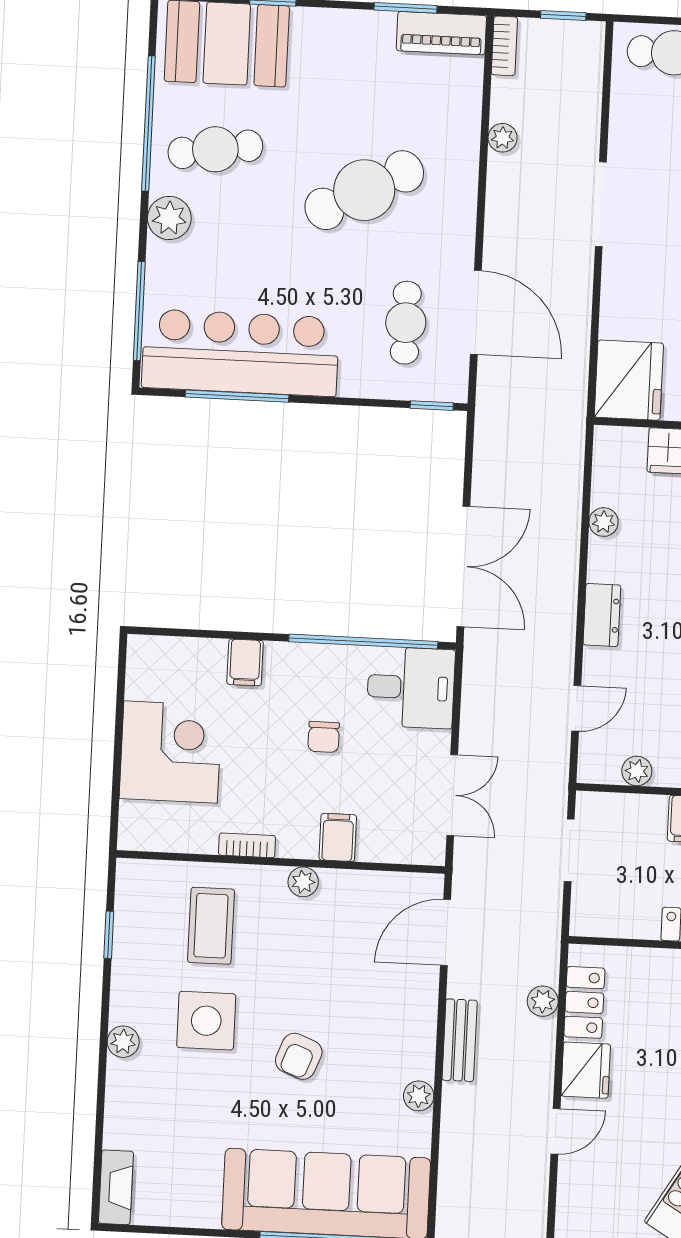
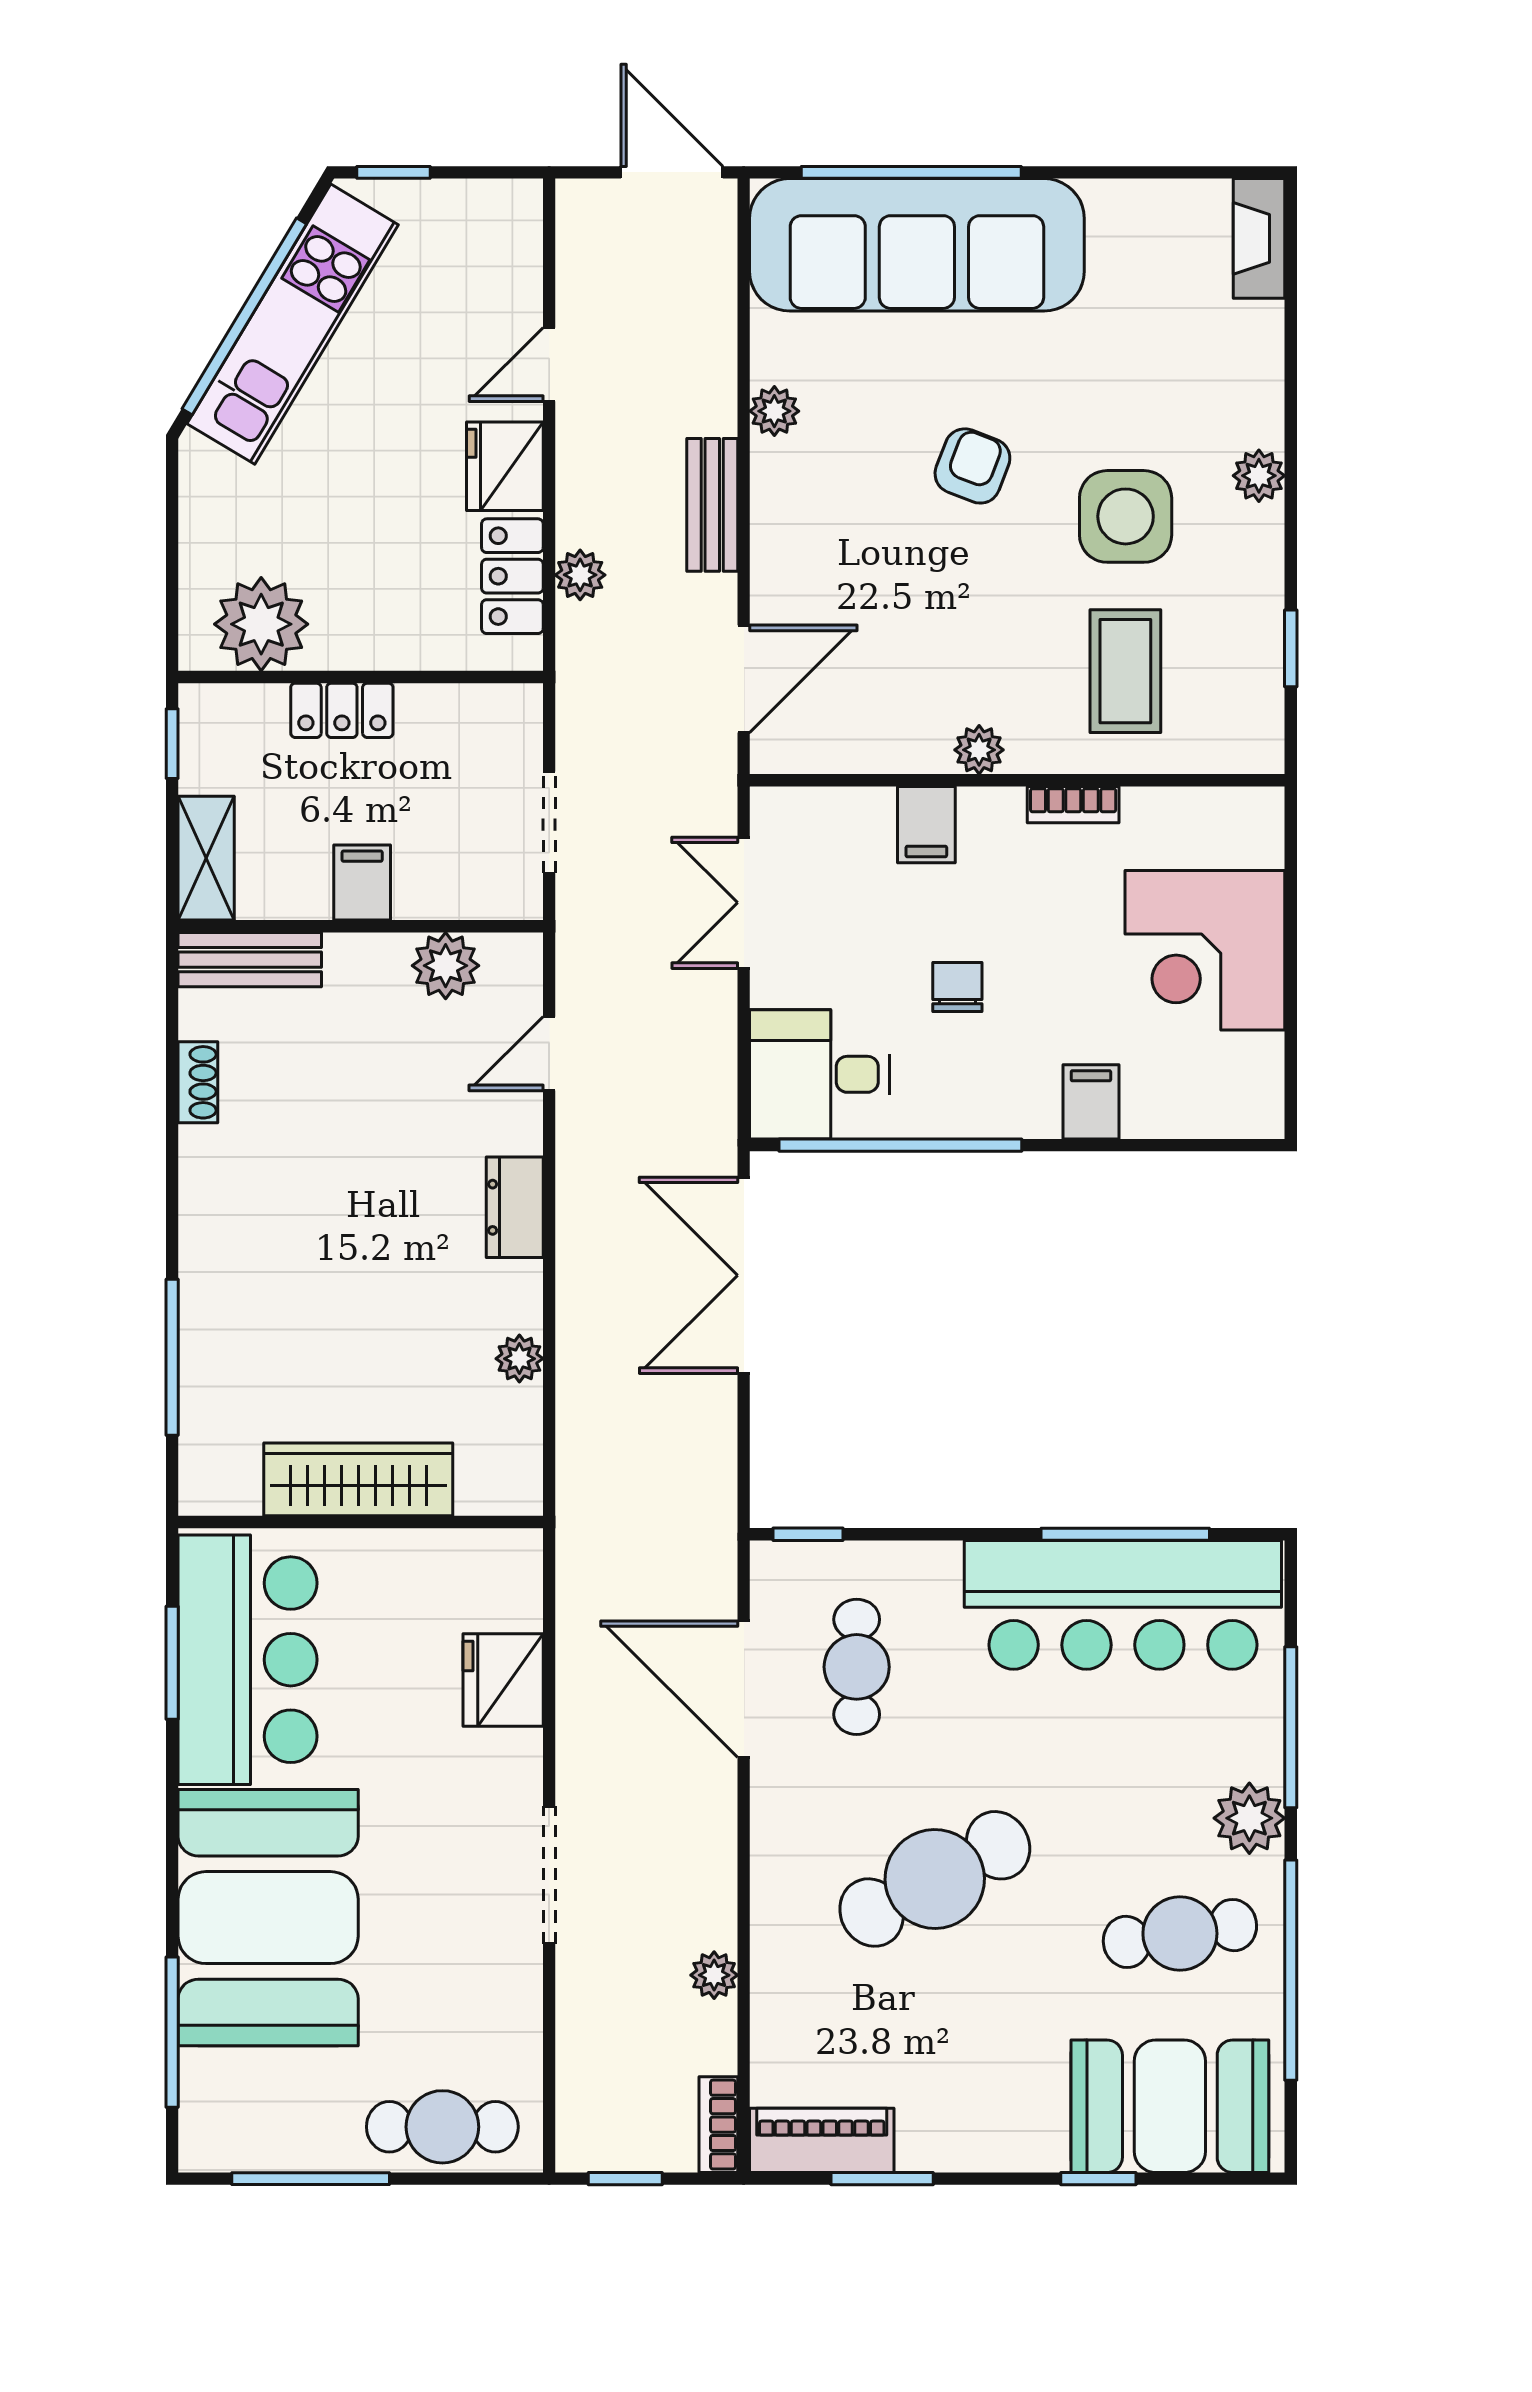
window: (139, 311) -> (1291, 1727), moved
fridge: (629, 380) -> (503, 1680), moved, width x0.73, depth x0.75
plant: (637, 771) -> (446, 966), width x1.38, depth x1.38

